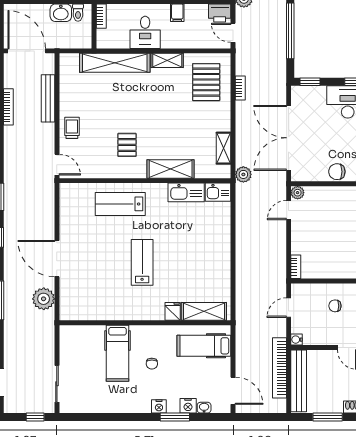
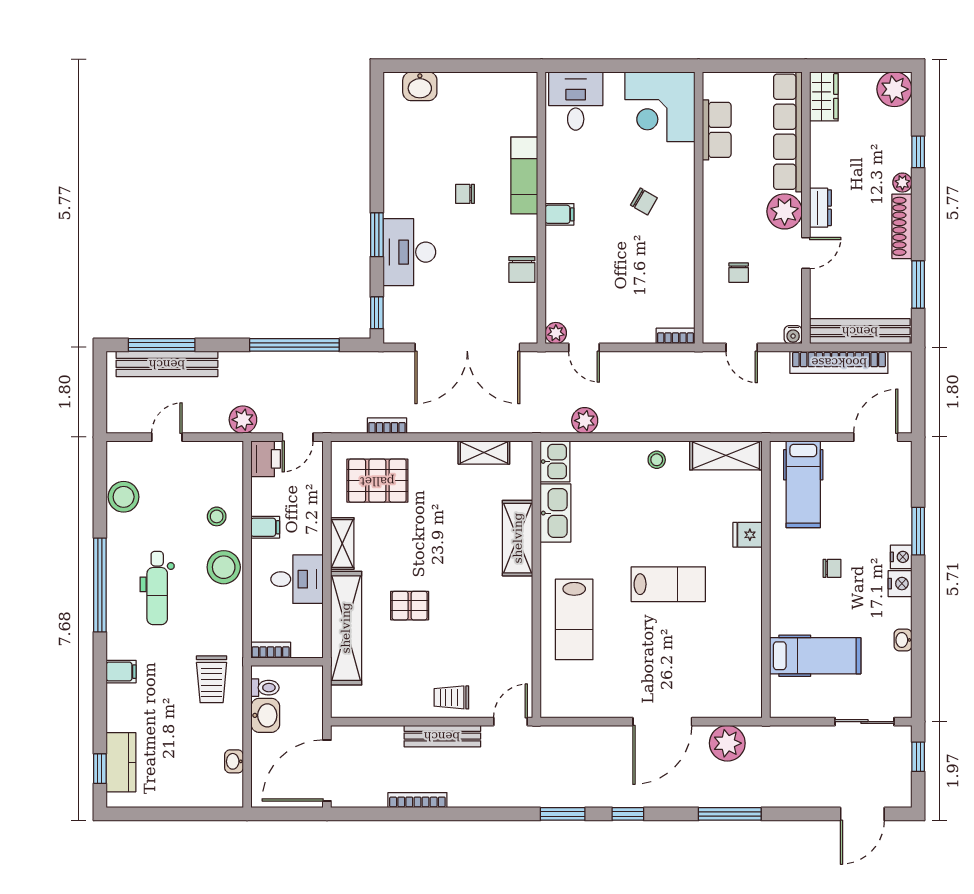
bench: (48, 98) -> (442, 736), moved
pallet: (127, 145) -> (410, 606), moved
plant: (243, 174) -> (585, 421), moved
stool: (219, 255) -> (657, 460), added
lab bench: (142, 262) -> (668, 584), turned 180
shelving: (204, 311) -> (726, 455), moved, turned 90
hospital bed: (118, 353) -> (815, 656), moved
nightstand: (188, 406) -> (900, 584), moved
washbasin: (204, 408) -> (903, 640), moved

